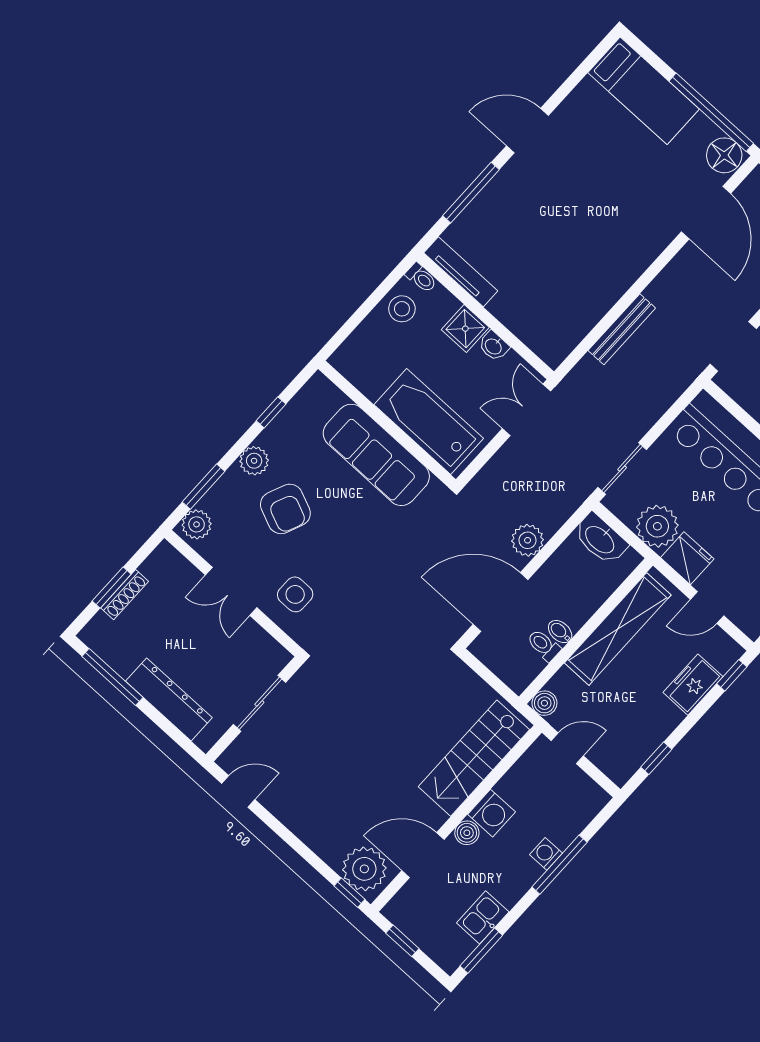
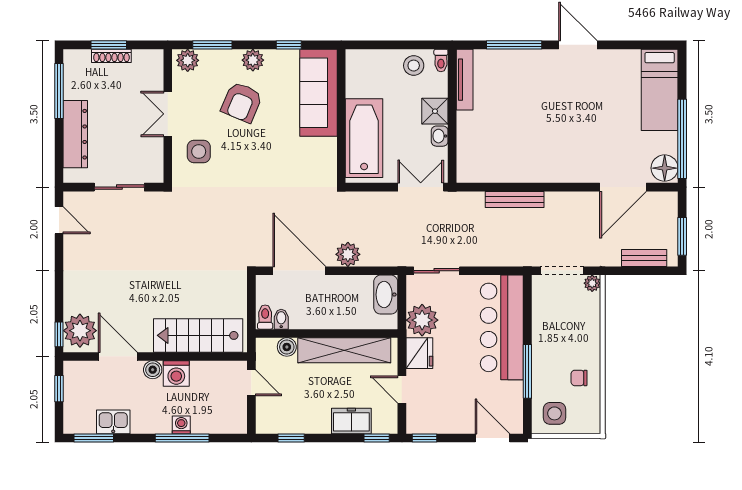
sofa: (376, 455) -> (319, 93), moved
bidet: (560, 632) -> (281, 319), moved
toilet: (544, 645) -> (265, 317), moved
boiler: (544, 703) -> (287, 347), moved

